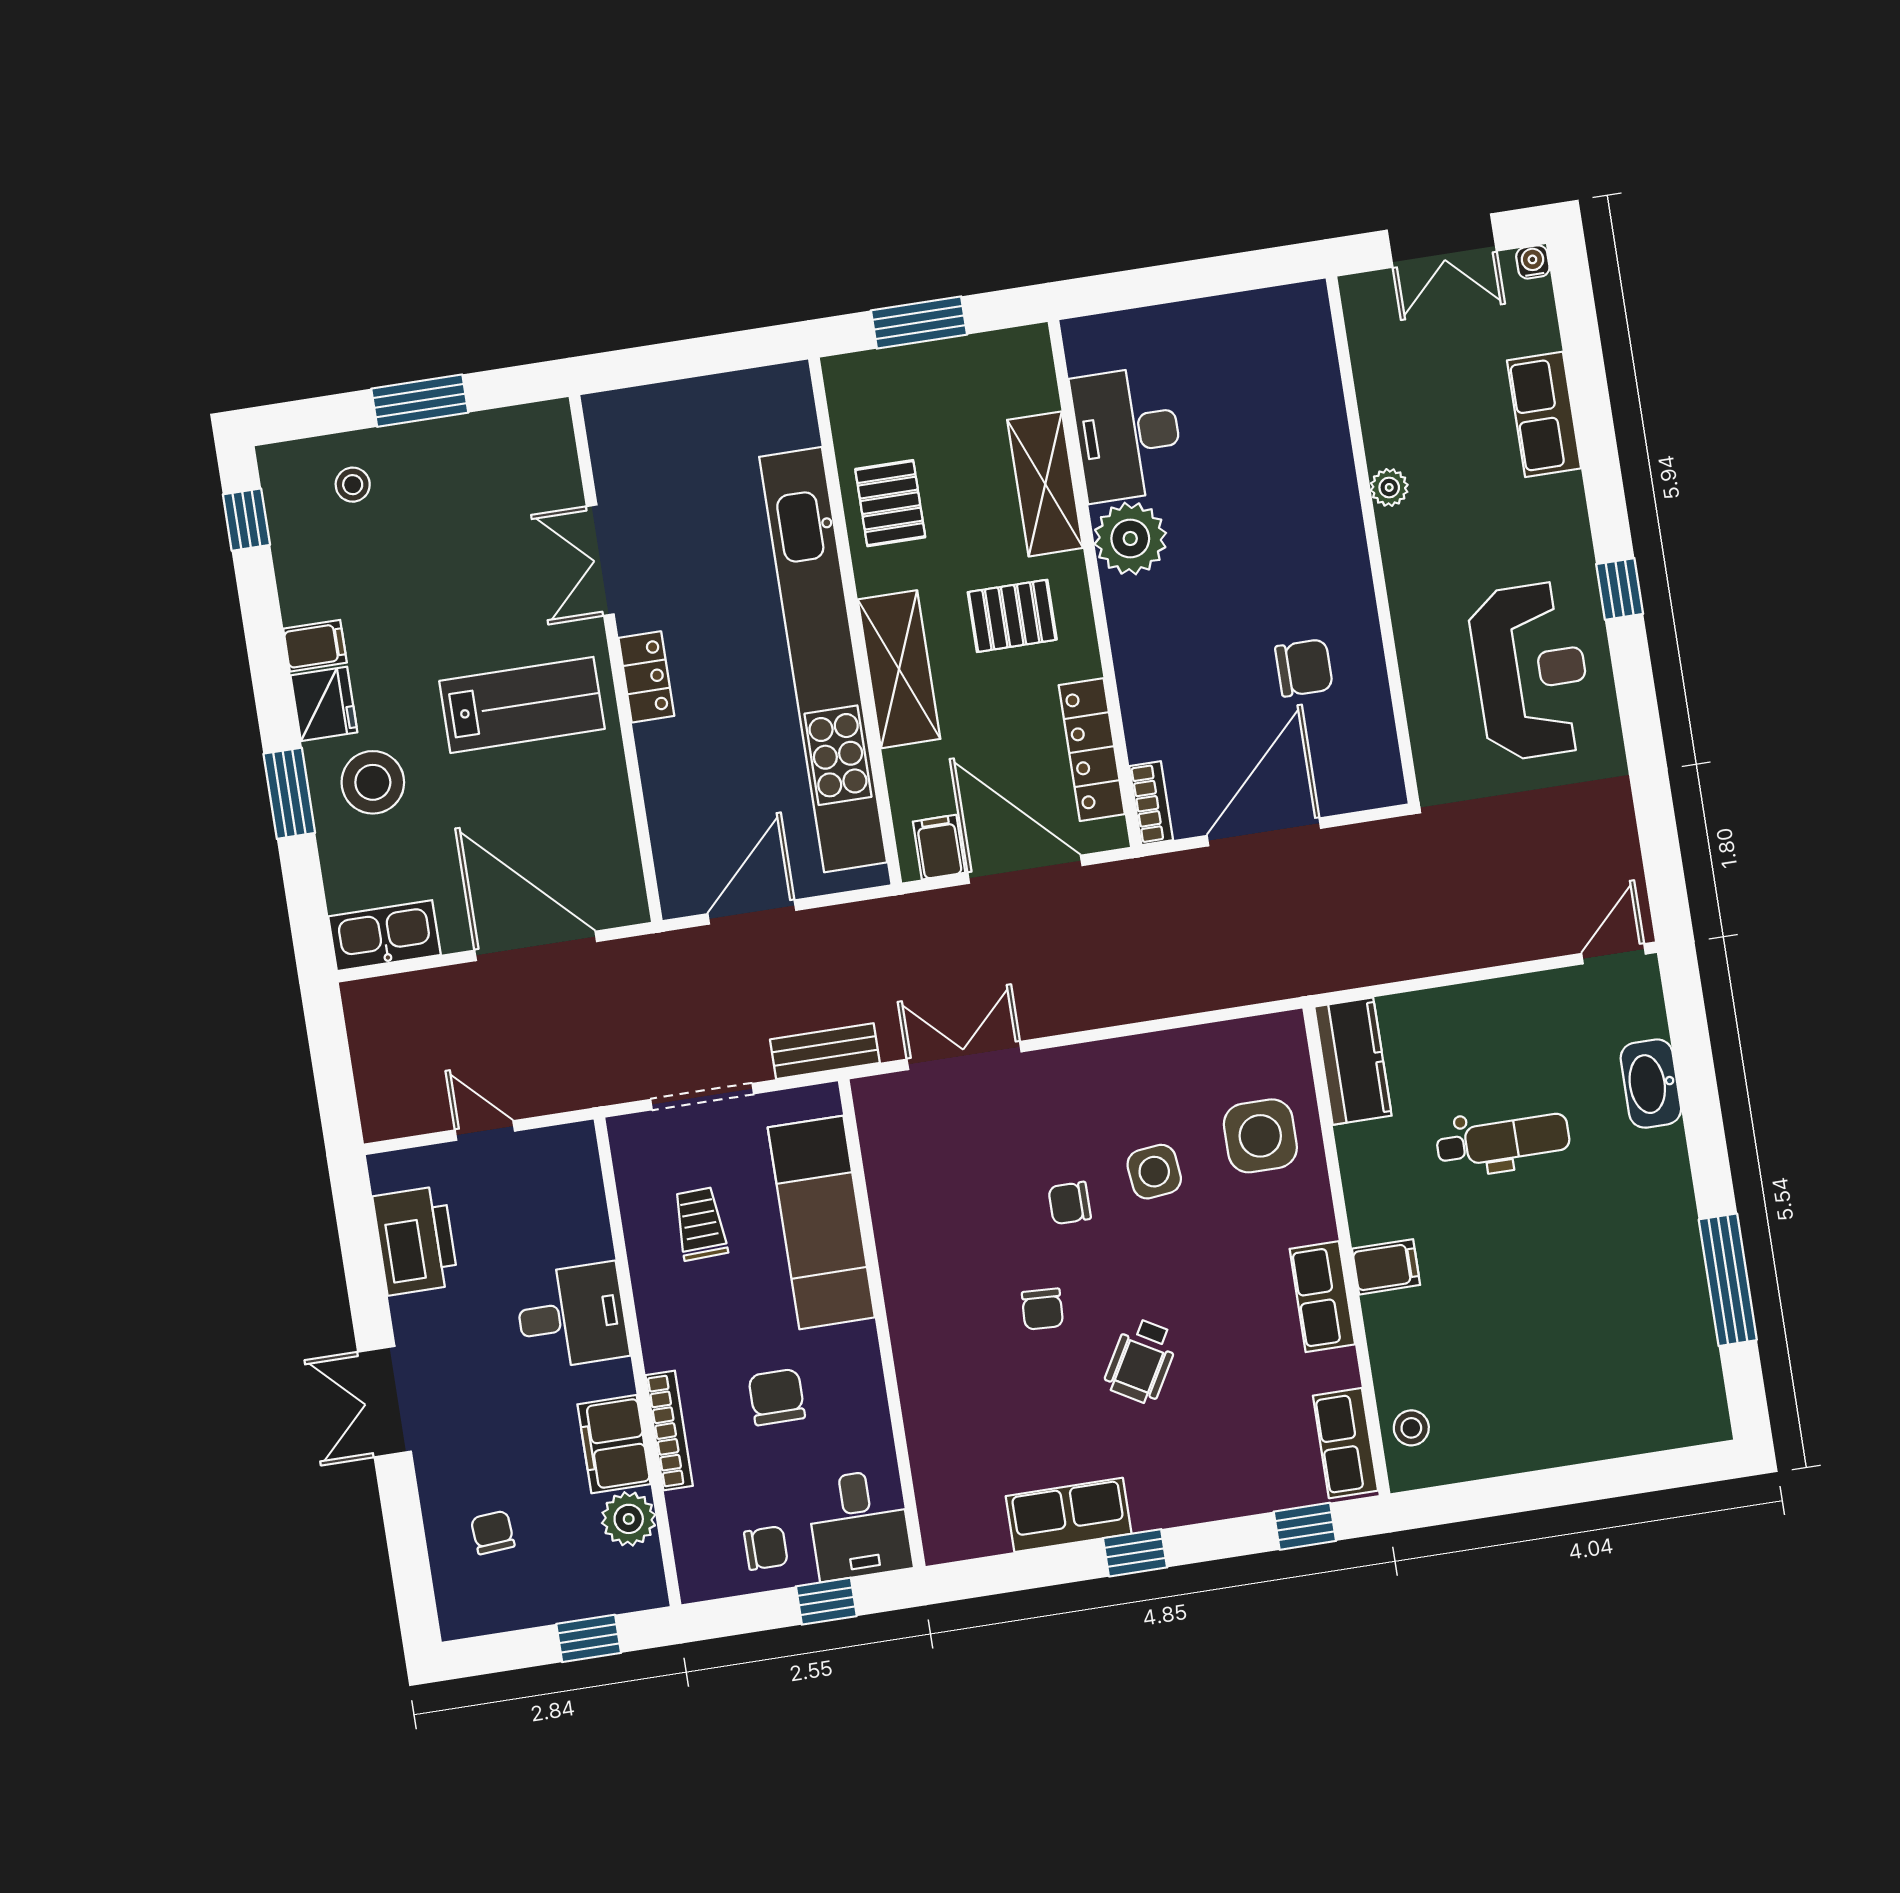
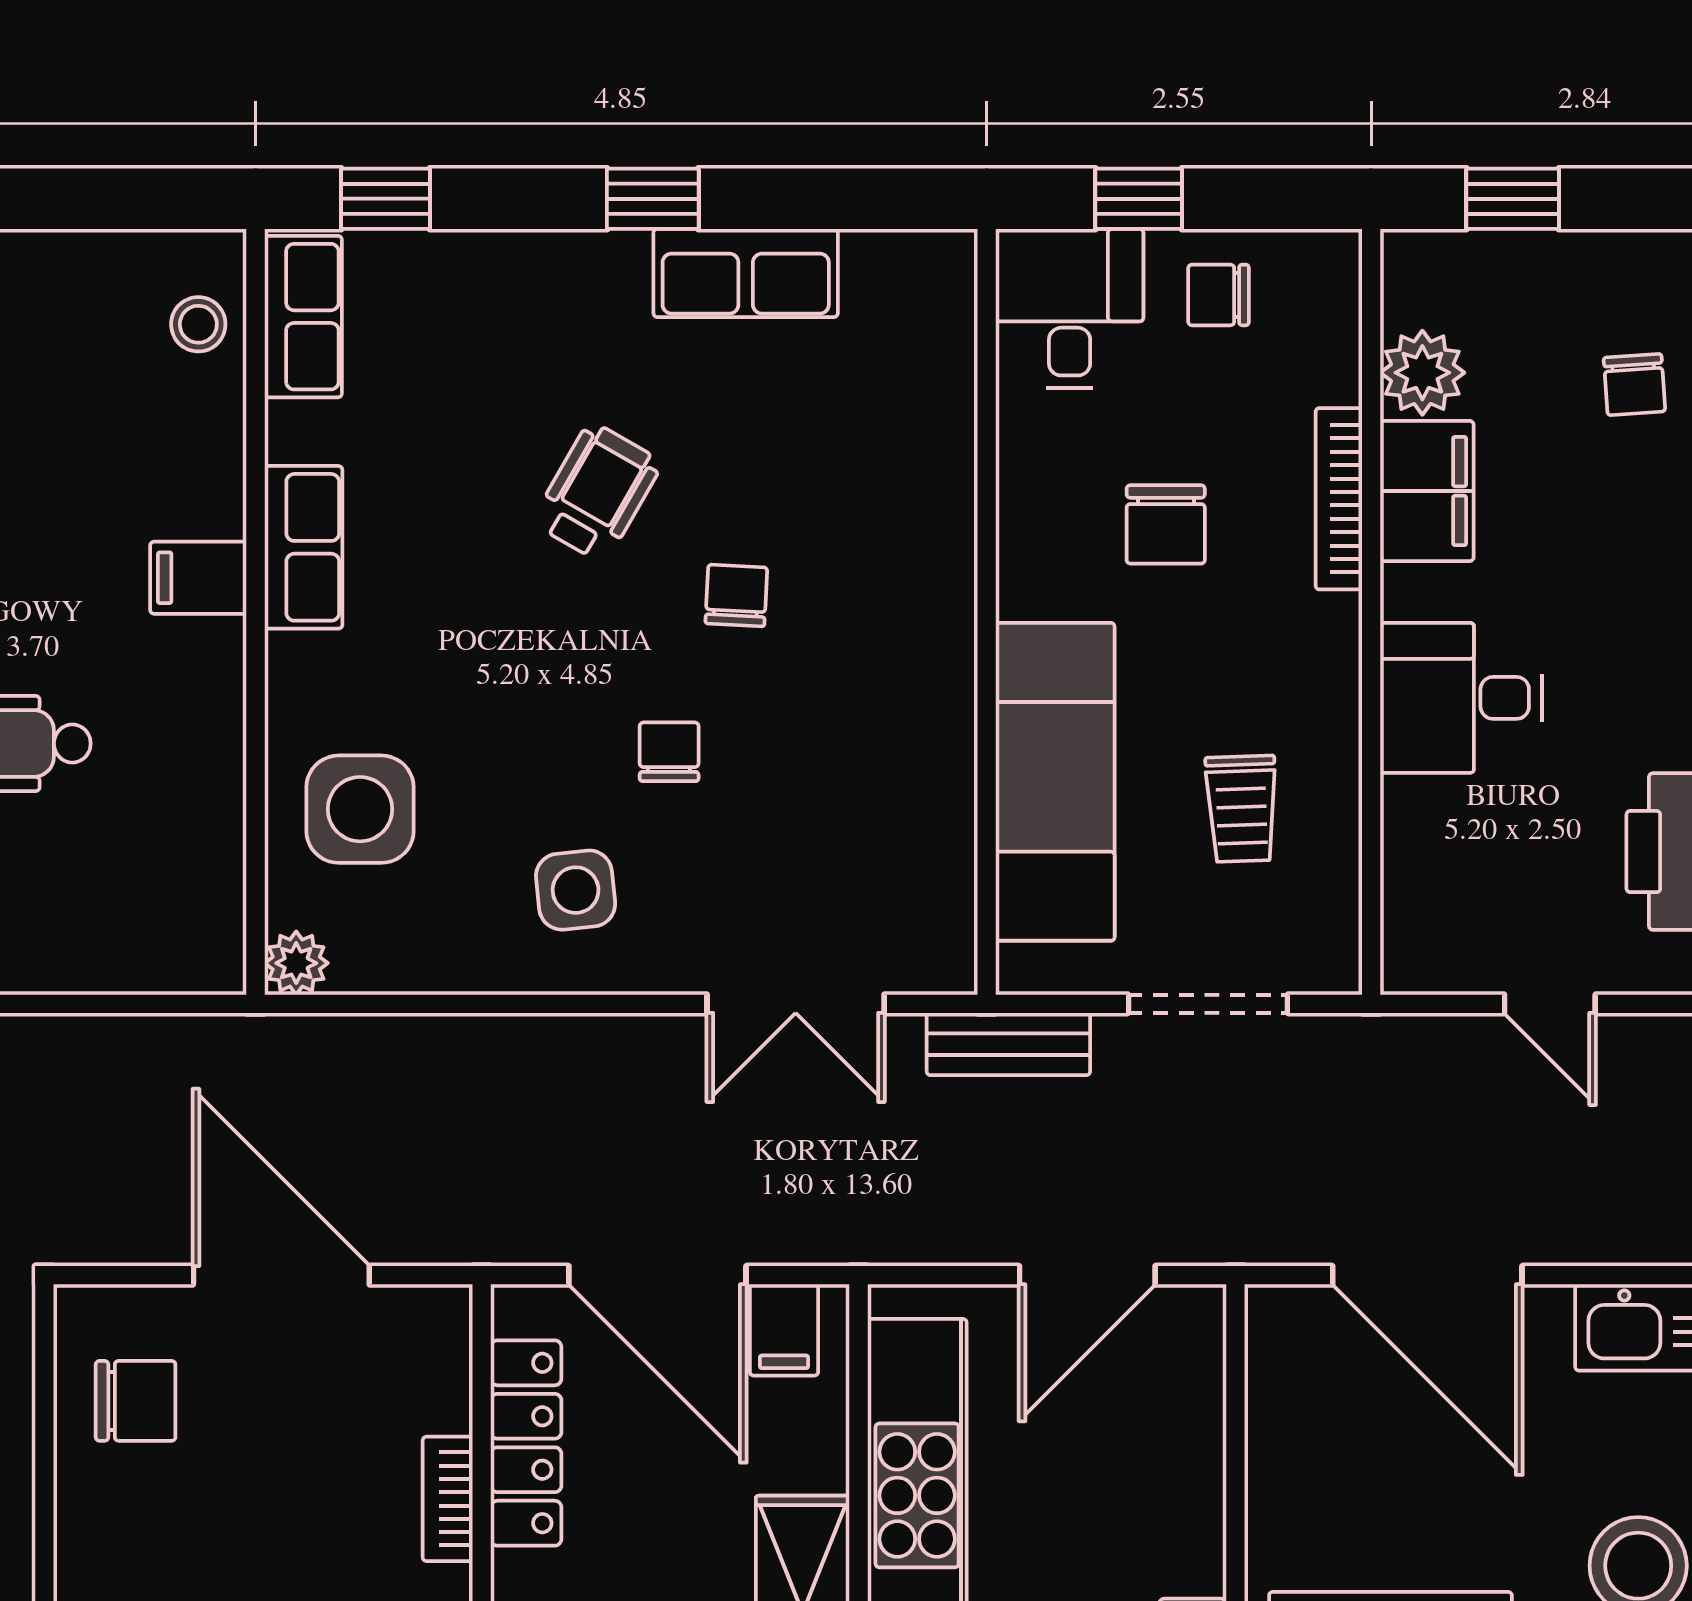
chair: (1304, 668) -> (136, 1401), moved, turned 180
bookcase: (1151, 803) -> (448, 1499), moved
door: (1264, 832) -> (281, 1275), swing flipped
plant: (1286, 1032) -> (296, 963), added
kitchen counter: (1353, 1061) -> (200, 902), removed
side table: (1154, 1172) -> (576, 890), moved
chair: (1070, 1203) -> (669, 752), turned -90

